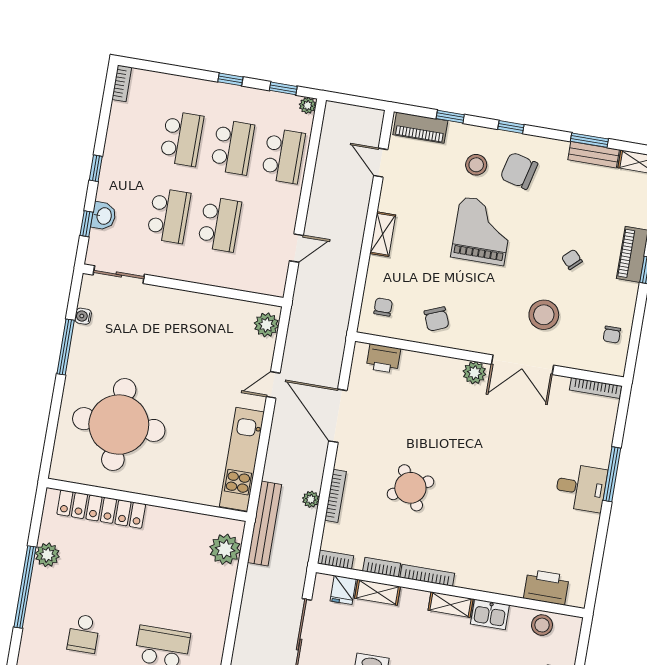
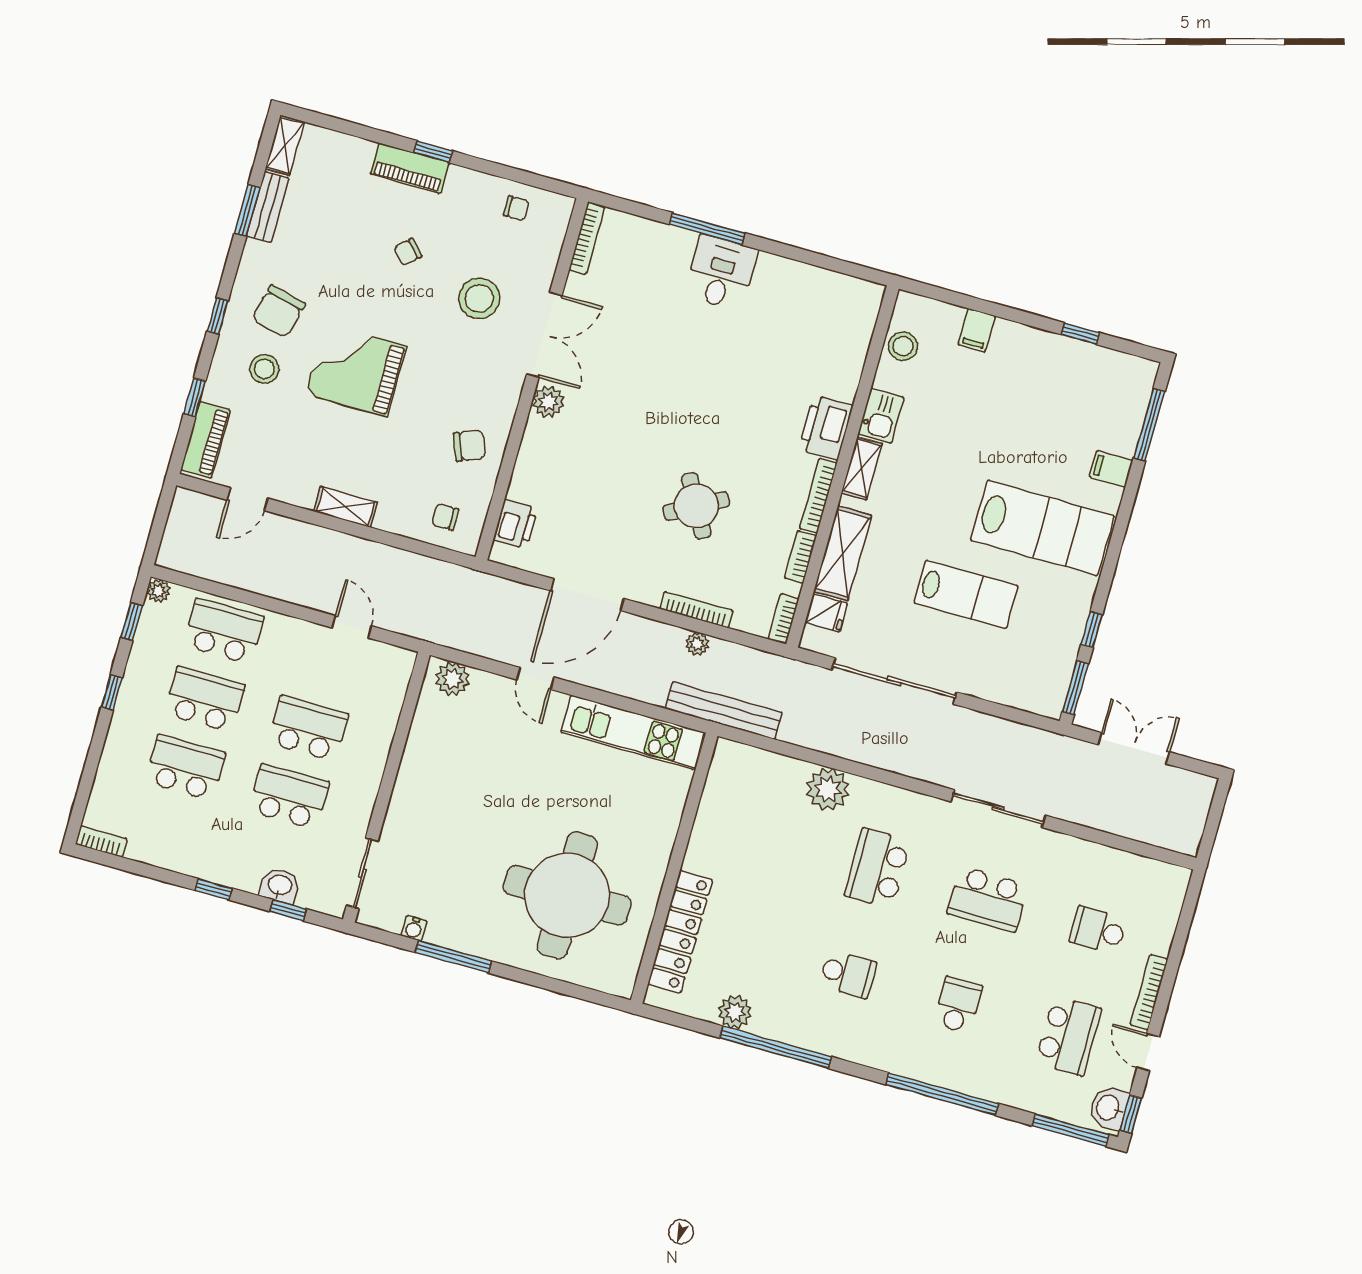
plant: (225, 549) -> (828, 789), moved
printer: (546, 587) -> (826, 428), moved
shelving: (377, 592) -> (843, 553), width x1.50, depth x1.33

